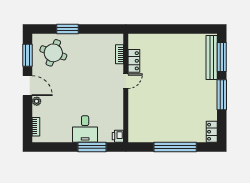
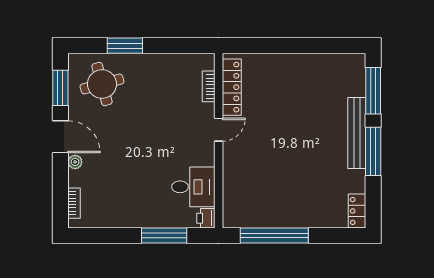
round table: (53, 53) -> (102, 84), turned -35
bench: (212, 57) -> (357, 133), moved
locker: (134, 61) -> (232, 87), width x1.53
desk: (85, 129) -> (193, 187), moved, turned -90
window: (175, 147) -> (274, 236), moved

